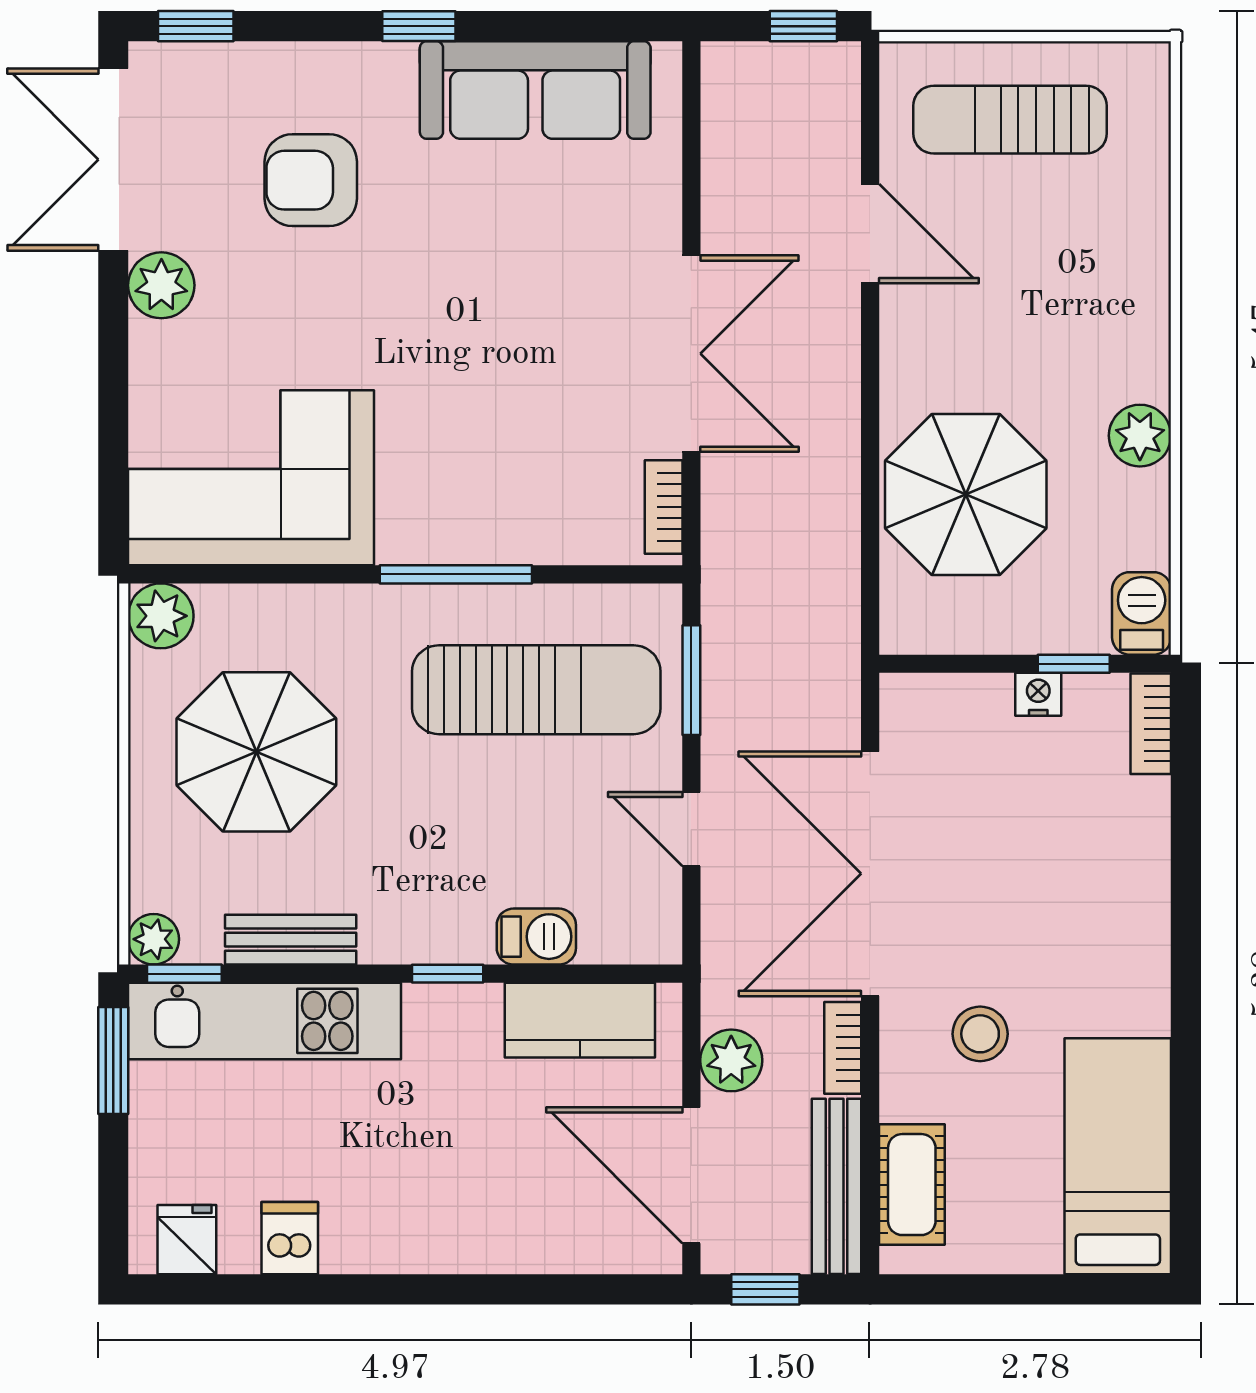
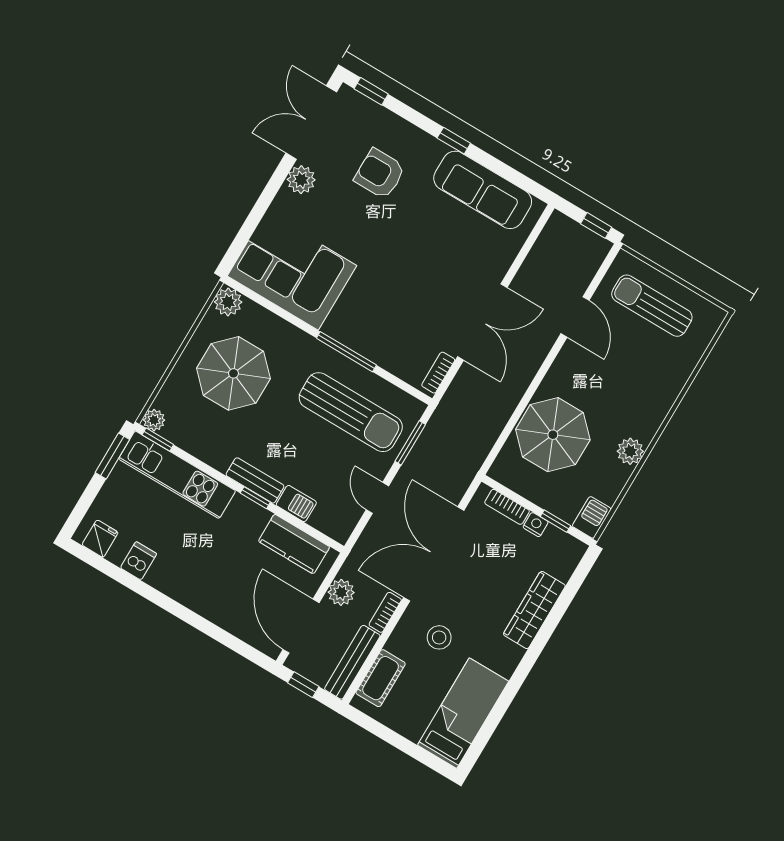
bookcase: (1151, 724) -> (507, 507), moved, turned -90
wardrobe: (1137, 866) -> (534, 610), added
bench: (291, 940) -> (255, 480), moved

